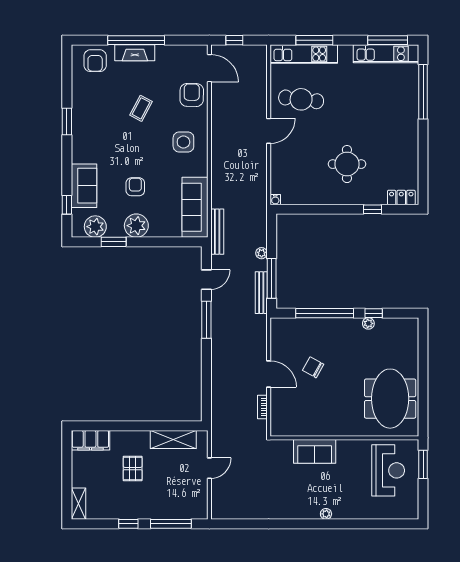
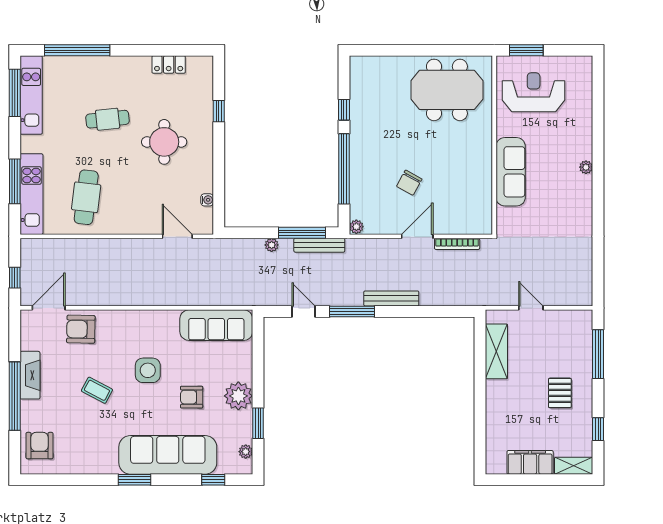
fireplace: (135, 53) -> (30, 375), moved
armchair: (95, 61) -> (39, 446), turned -90
cafe table: (366, 117) -> (108, 119), added
window: (67, 121) -> (135, 480), moved
door: (269, 131) -> (177, 236), moved
side table: (183, 142) -> (148, 370), moved
sofa: (84, 186) -> (168, 455), width x1.85, depth x1.27
locker: (401, 197) -> (169, 64), moved, turned -90
water cooler: (275, 200) -> (207, 200), moved
plant: (95, 227) -> (246, 452), width x0.53, depth x0.53
bench: (217, 232) -> (391, 298), moved
plant: (368, 323) -> (356, 227), moved
bookcase: (262, 407) -> (457, 244), width x1.56
filing cabinet: (90, 440) -> (530, 462), moved, turned -90
sofa: (315, 451) -> (511, 172), width x1.36
pallet: (133, 469) -> (560, 393), moved, turned 90
window: (128, 524) -> (598, 429), moved

